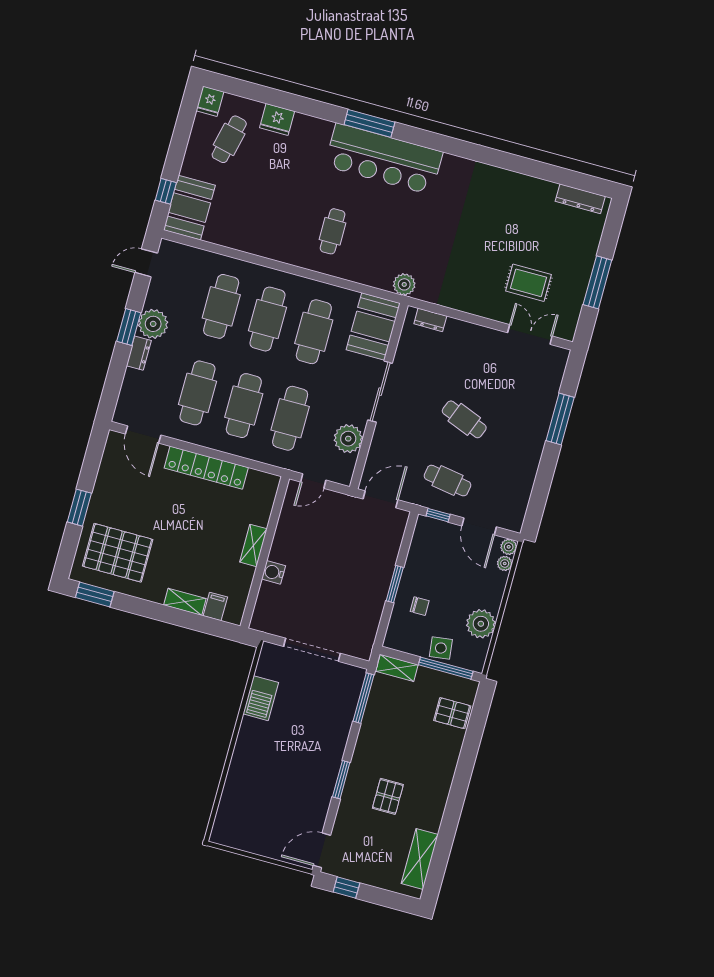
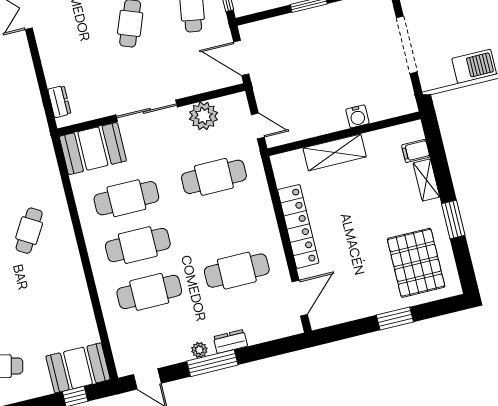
cafe table: (333, 231) -> (29, 231), turned -59
plant: (404, 284) -> (41, 142), removed
plant: (153, 324) -> (199, 350), width x0.53, depth x0.53
window: (129, 327) -> (212, 363), width x1.44
cafe table: (244, 406) -> (225, 224), removed
shelving: (253, 545) -> (335, 152), width x1.50, depth x1.33
window: (95, 594) -> (453, 220), moved

